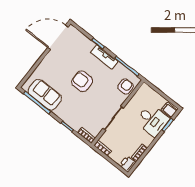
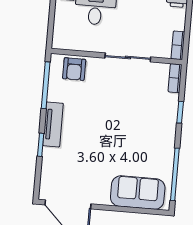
armchair: (82, 81) -> (106, 132), removed
armchair: (126, 87) -> (74, 69), turned -90
sofa: (45, 95) -> (138, 193), moved, turned 90

